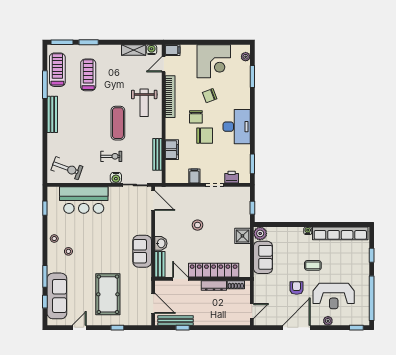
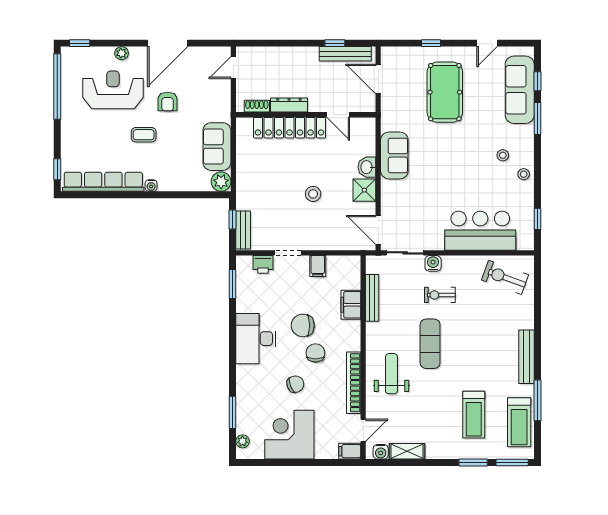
shower: (242, 236) -> (364, 190), moved
window: (372, 255) -> (57, 169), moved
bench: (160, 264) -> (243, 230), moved

